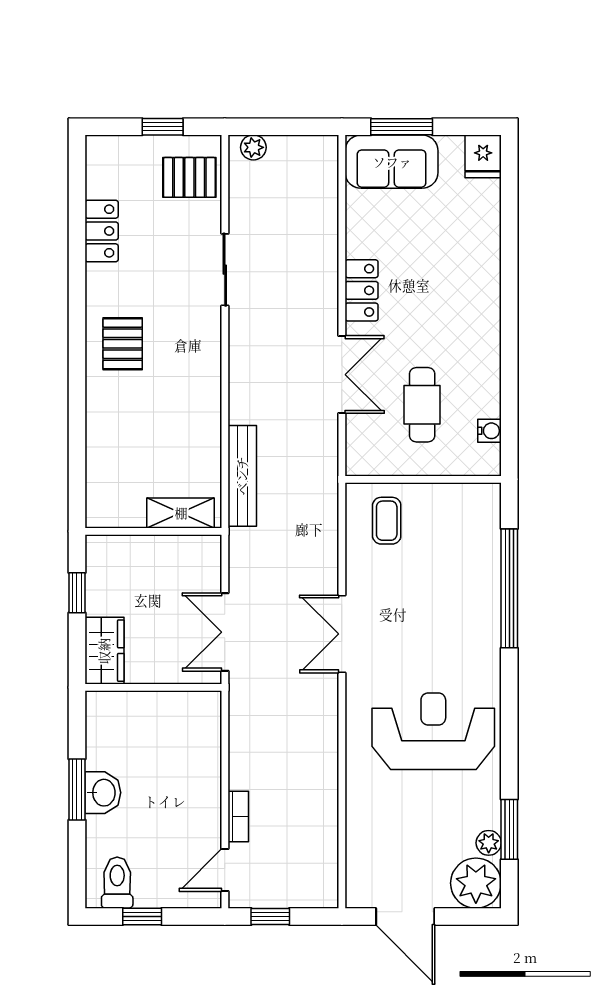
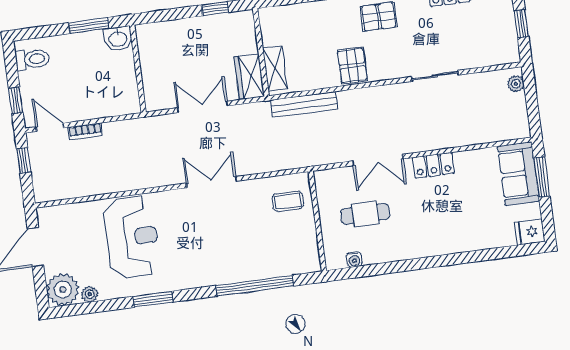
pallet: (189, 177) -> (352, 66), moved
wardrobe: (104, 651) -> (249, 77), moved, turned 90
wall: (153, 687) -> (138, 69), moved
reception desk: (433, 731) -> (132, 237), moved
washbasin: (103, 793) -> (118, 39), moved
window: (509, 829) -> (153, 299), moved
window: (142, 917) -> (16, 100), moved

